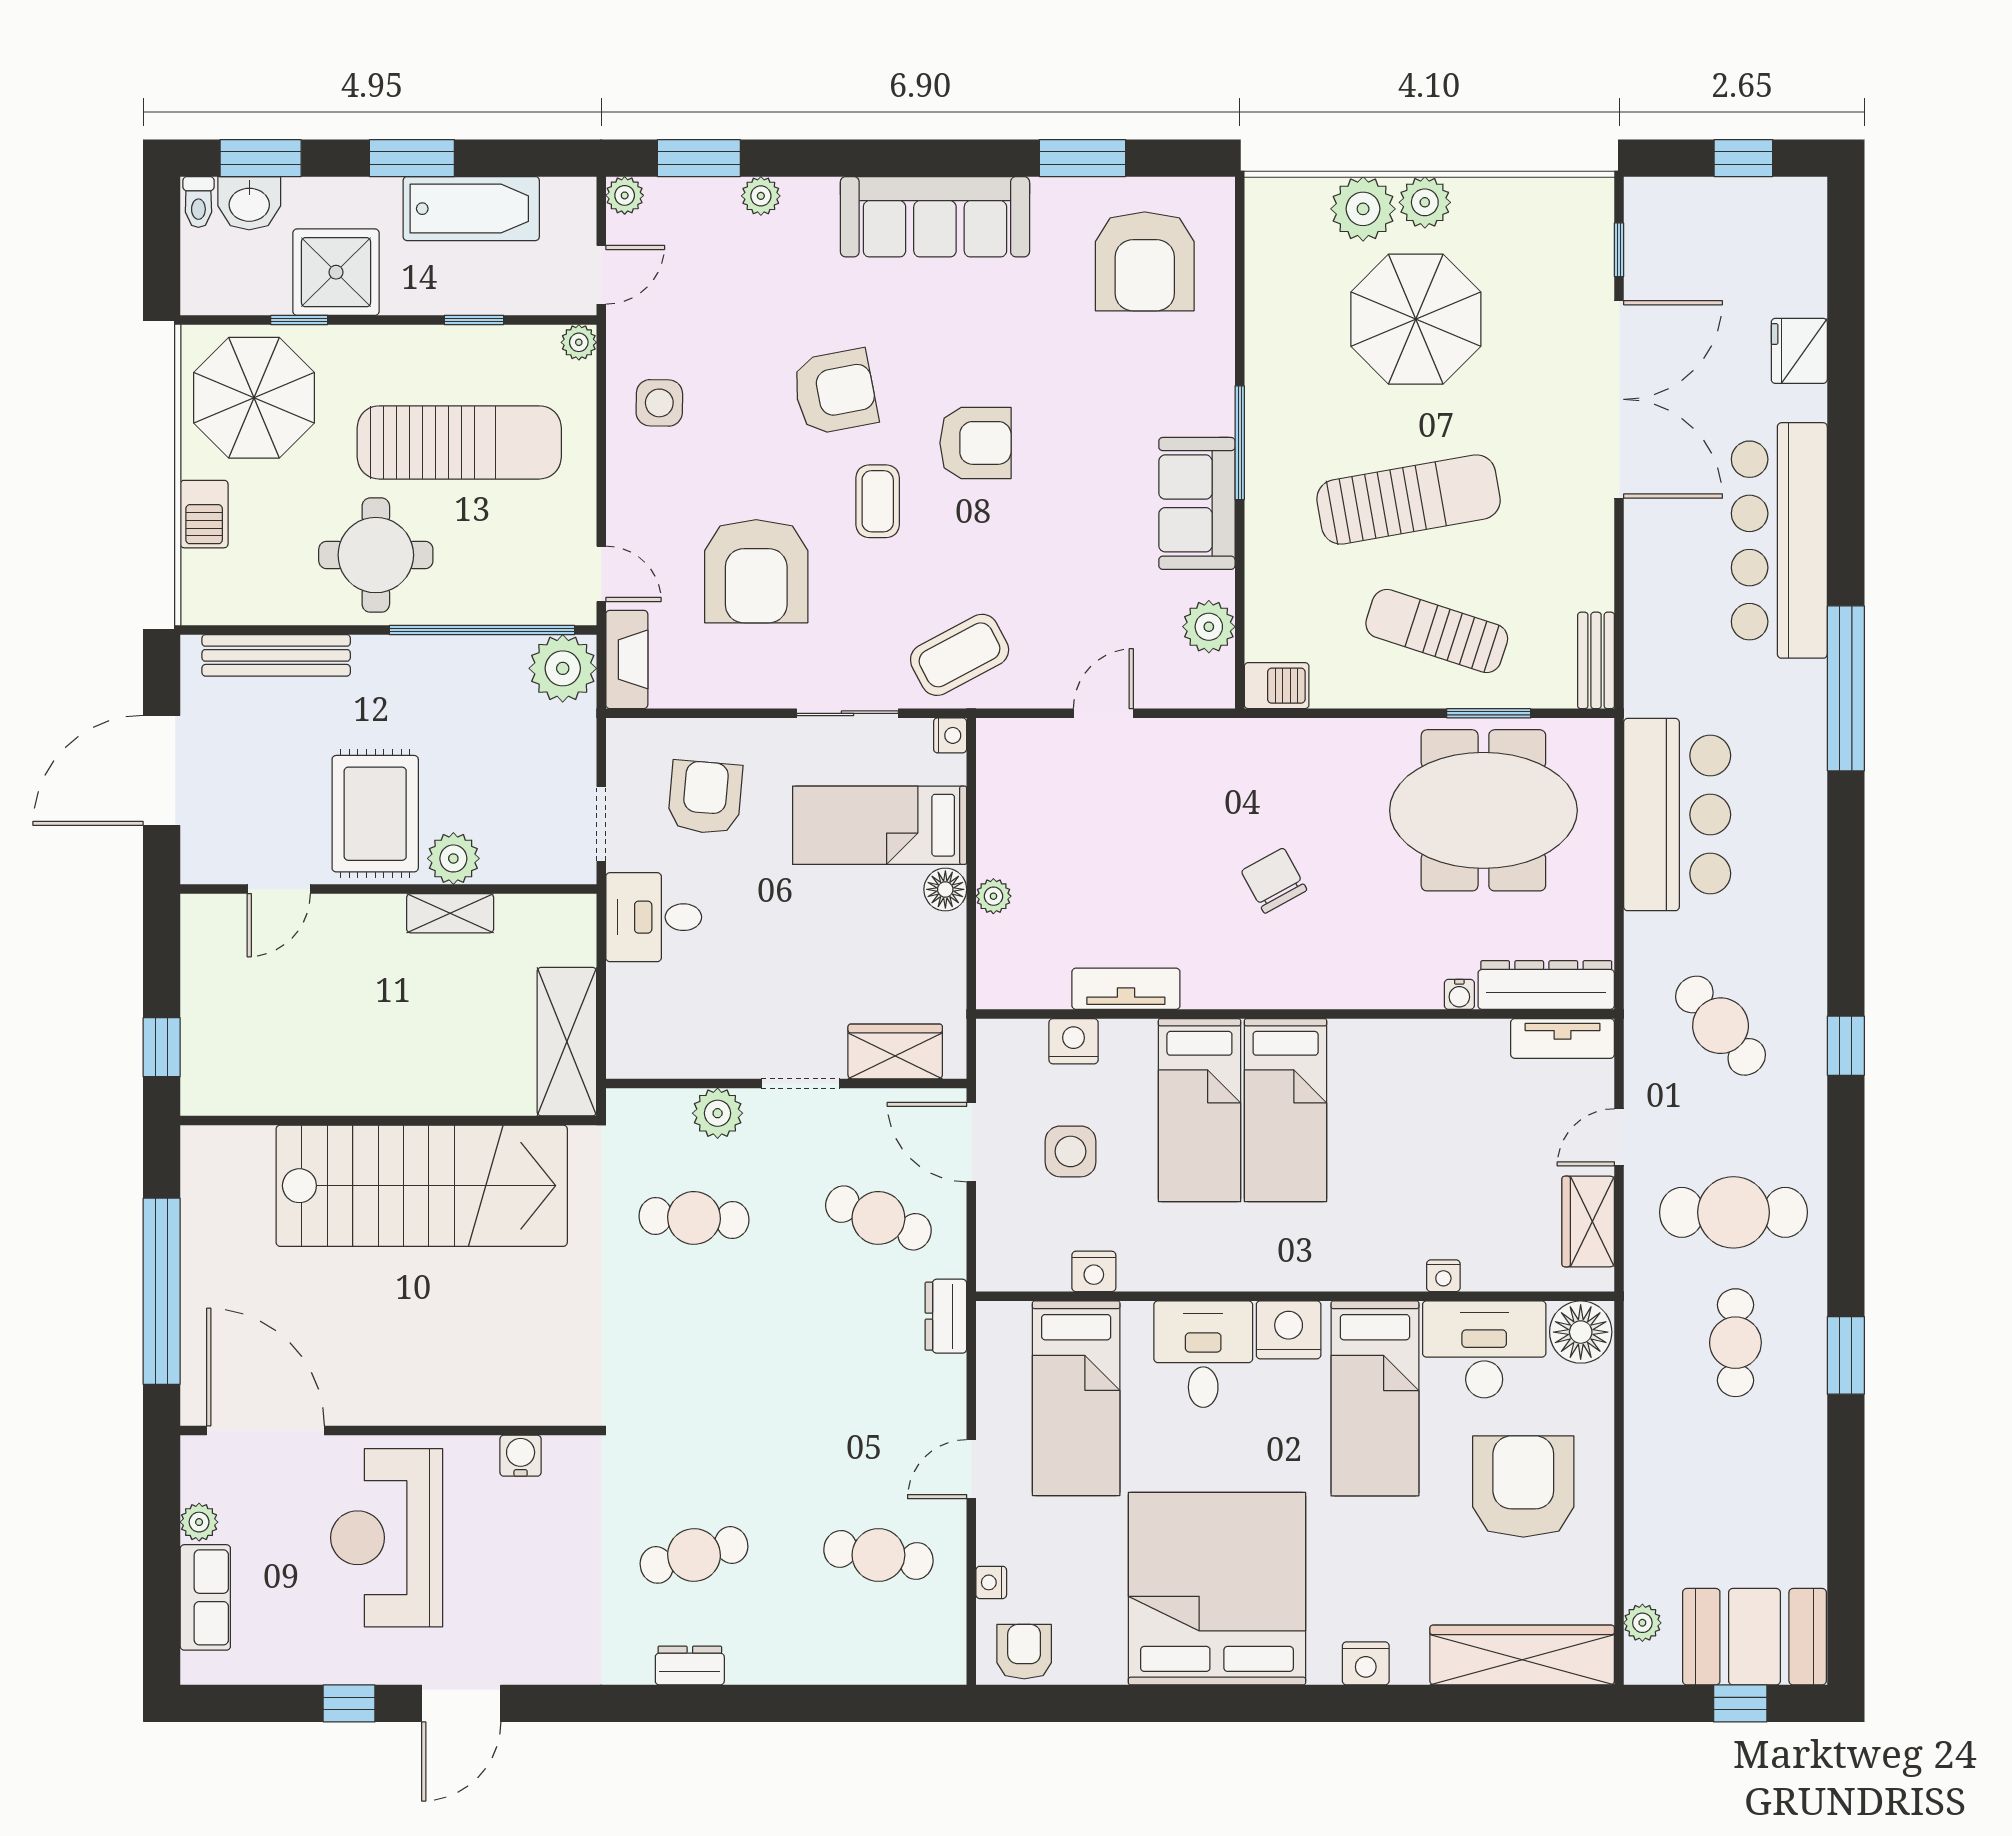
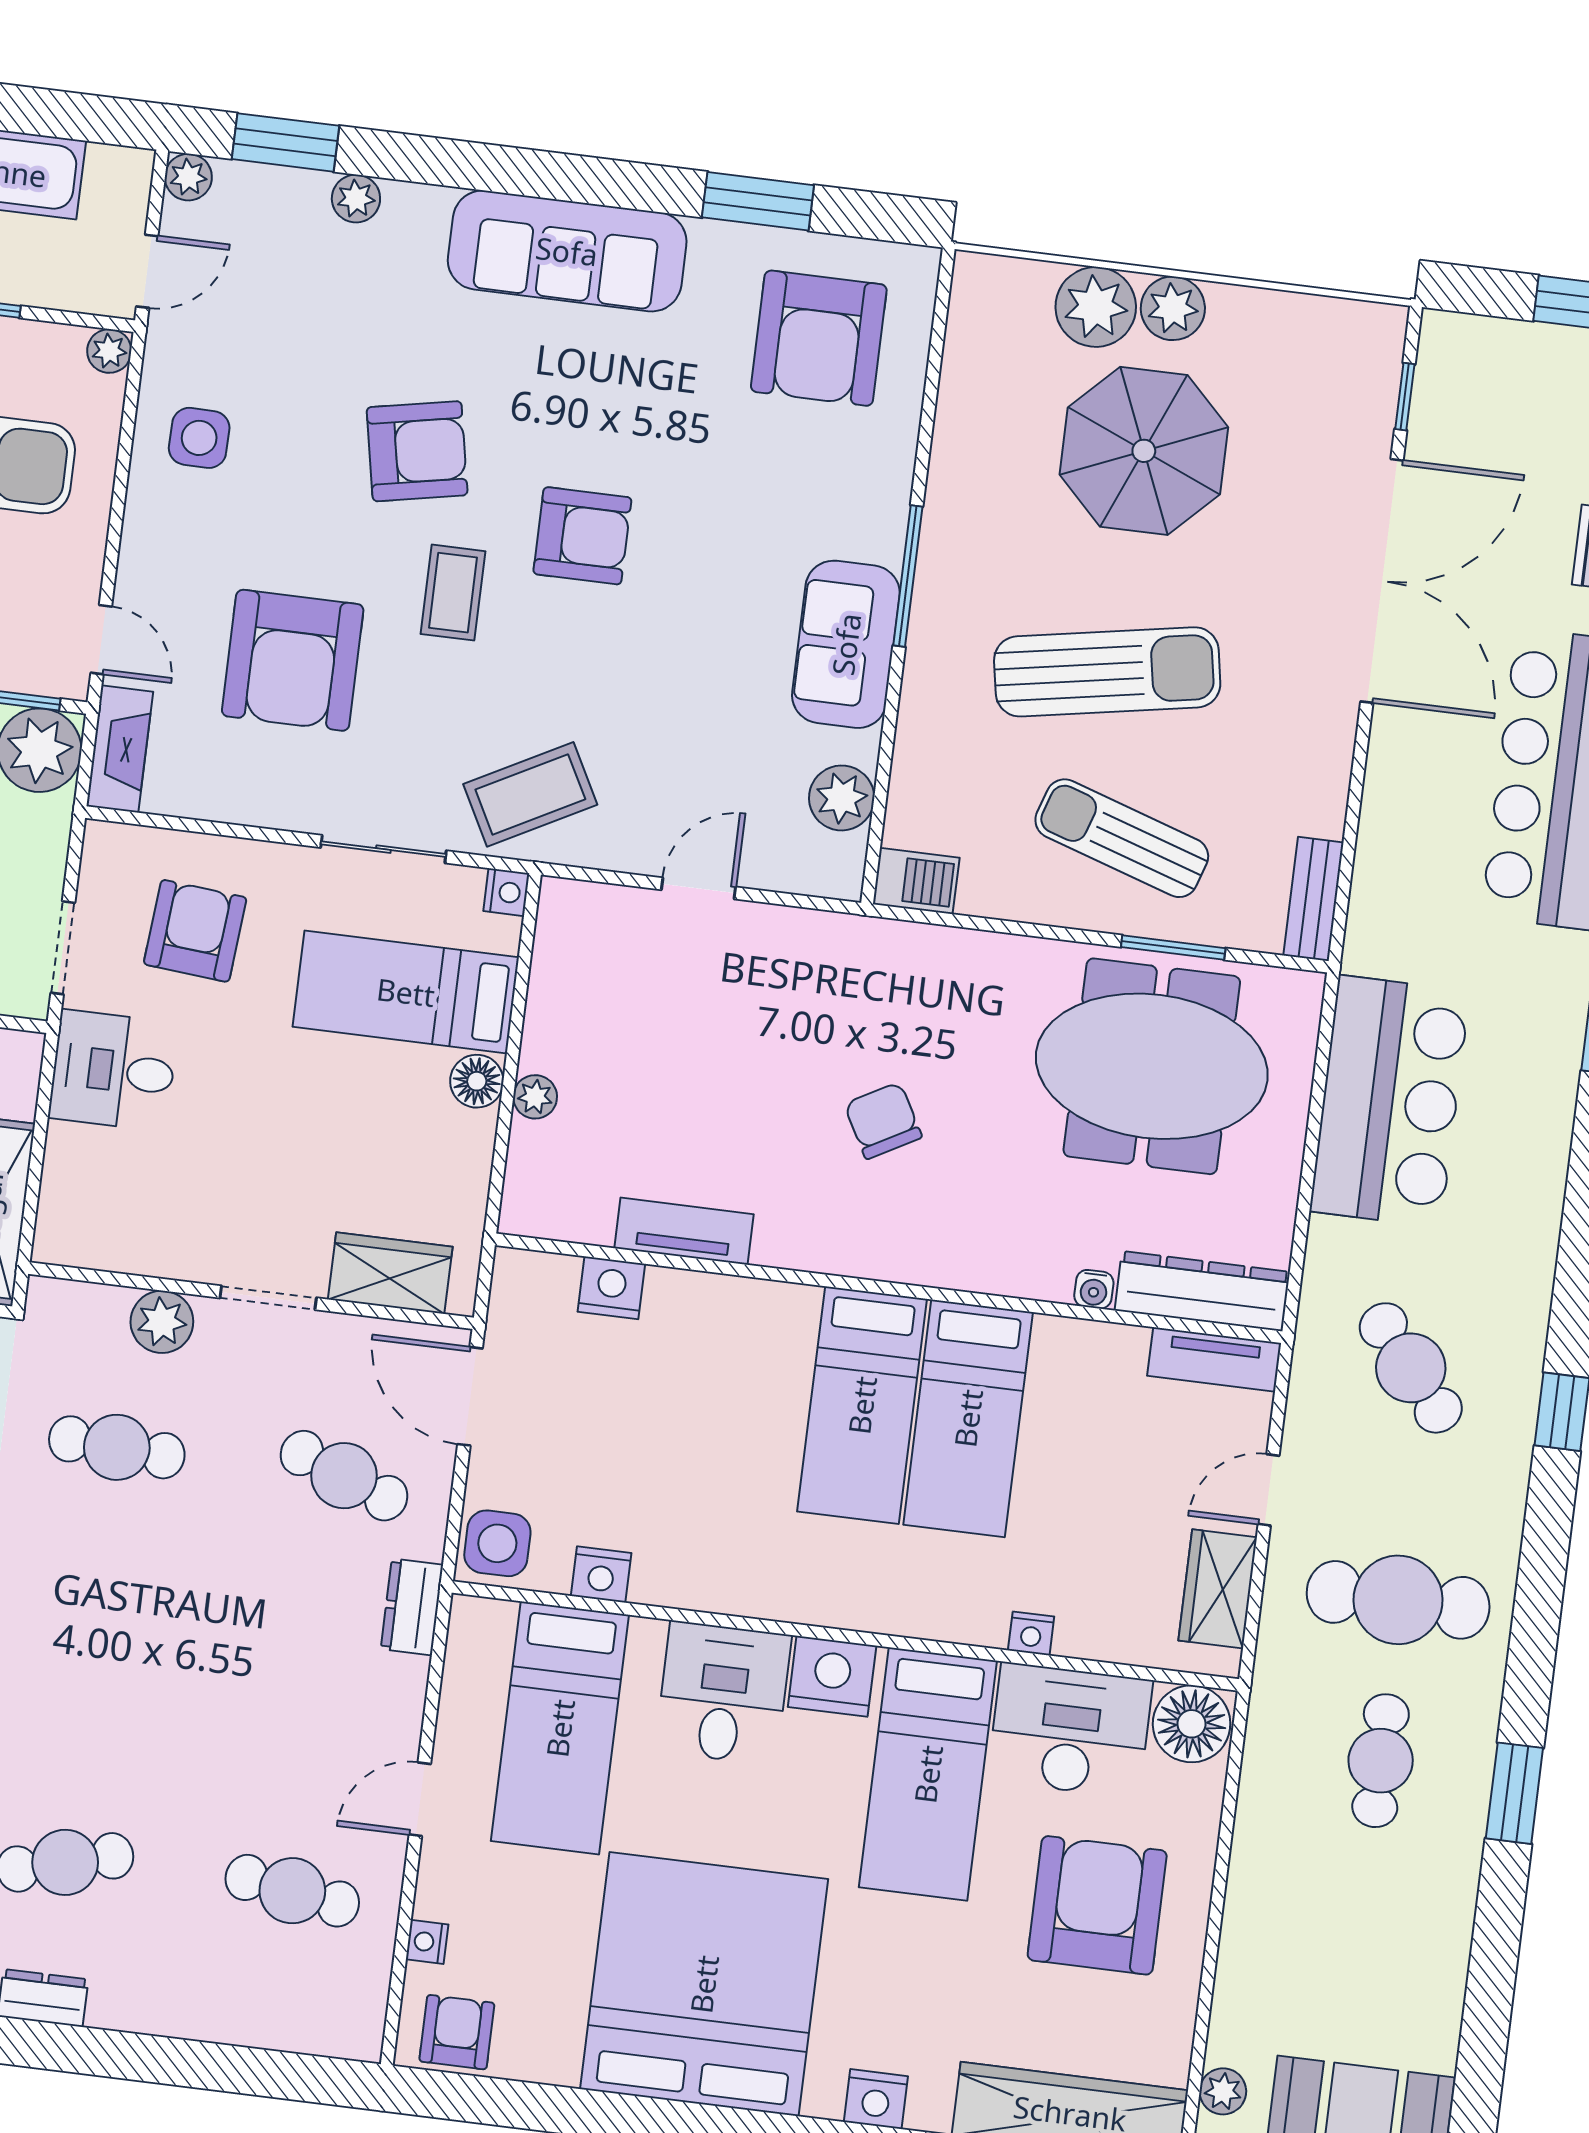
bed: (1199, 1110) -> (968, 1418), moved
side table: (1070, 1151) -> (497, 1543), moved

